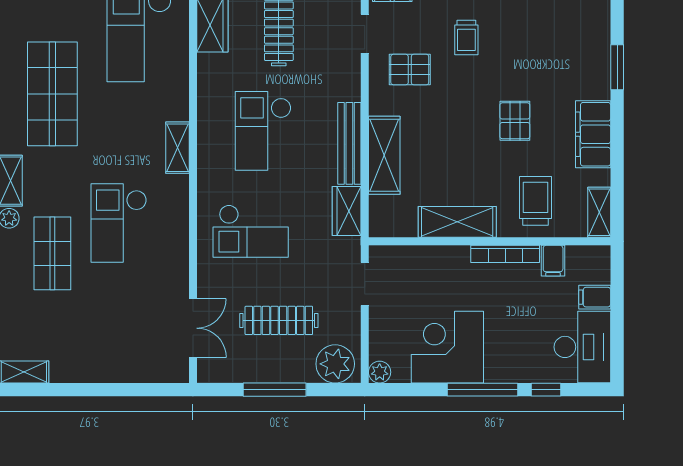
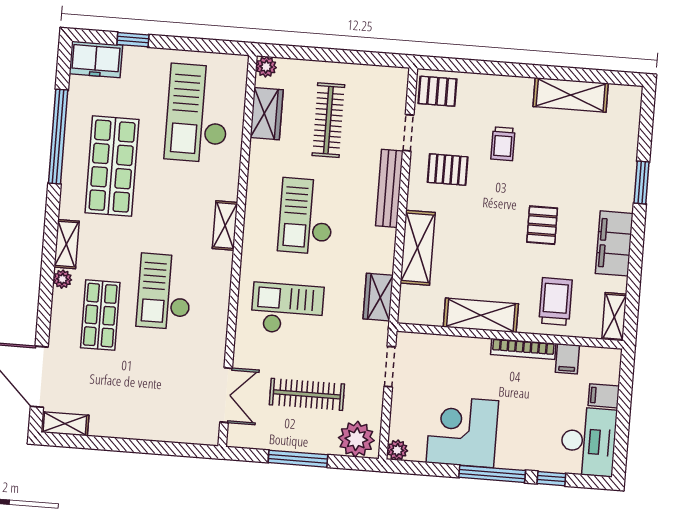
bench: (349, 143) -> (389, 188), moved
checkout: (251, 231) -> (287, 309), turned 180

